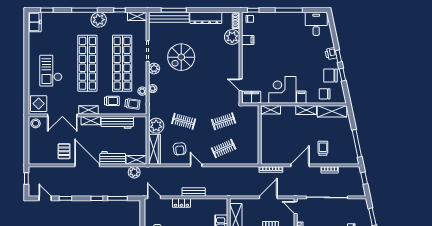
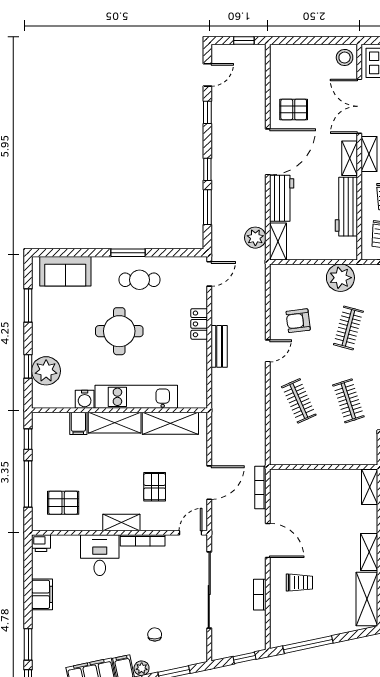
wardrobe: (154, 149) -> (297, 275), removed
door: (268, 197) -> (209, 483), hinge flipped

